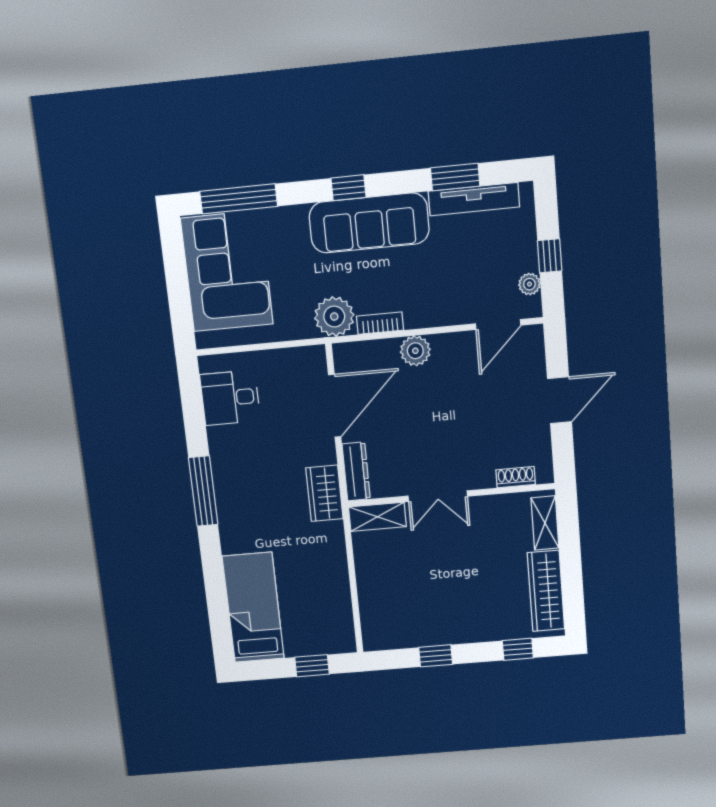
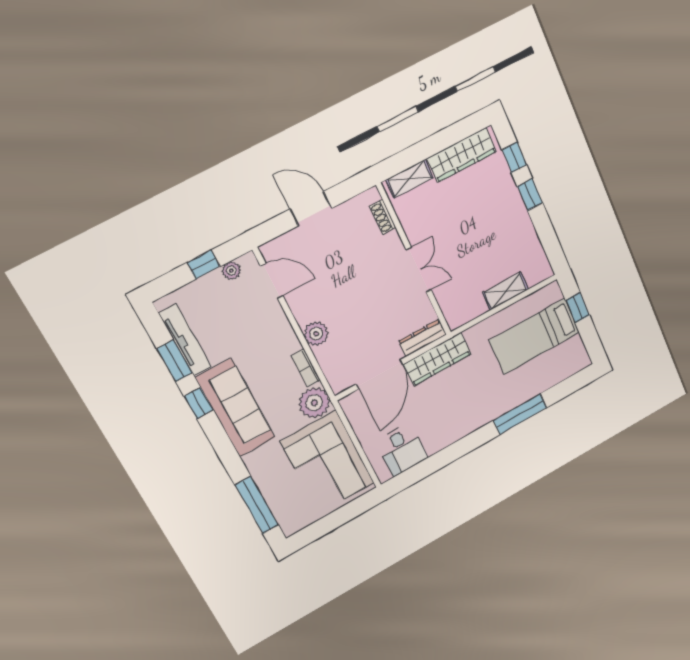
window: (348, 188) -> (199, 403), moved
corner sofa: (227, 271) -> (328, 462), moved, turned -90
door: (335, 406) -> (380, 374), swing flipped
window: (203, 491) -> (520, 414), moved
wardrobe: (324, 493) -> (437, 359), width x1.50
shelving: (377, 517) -> (505, 291), moved, turned 90
bed: (253, 608) -> (535, 336), moved
window: (436, 656) -> (530, 195), moved

